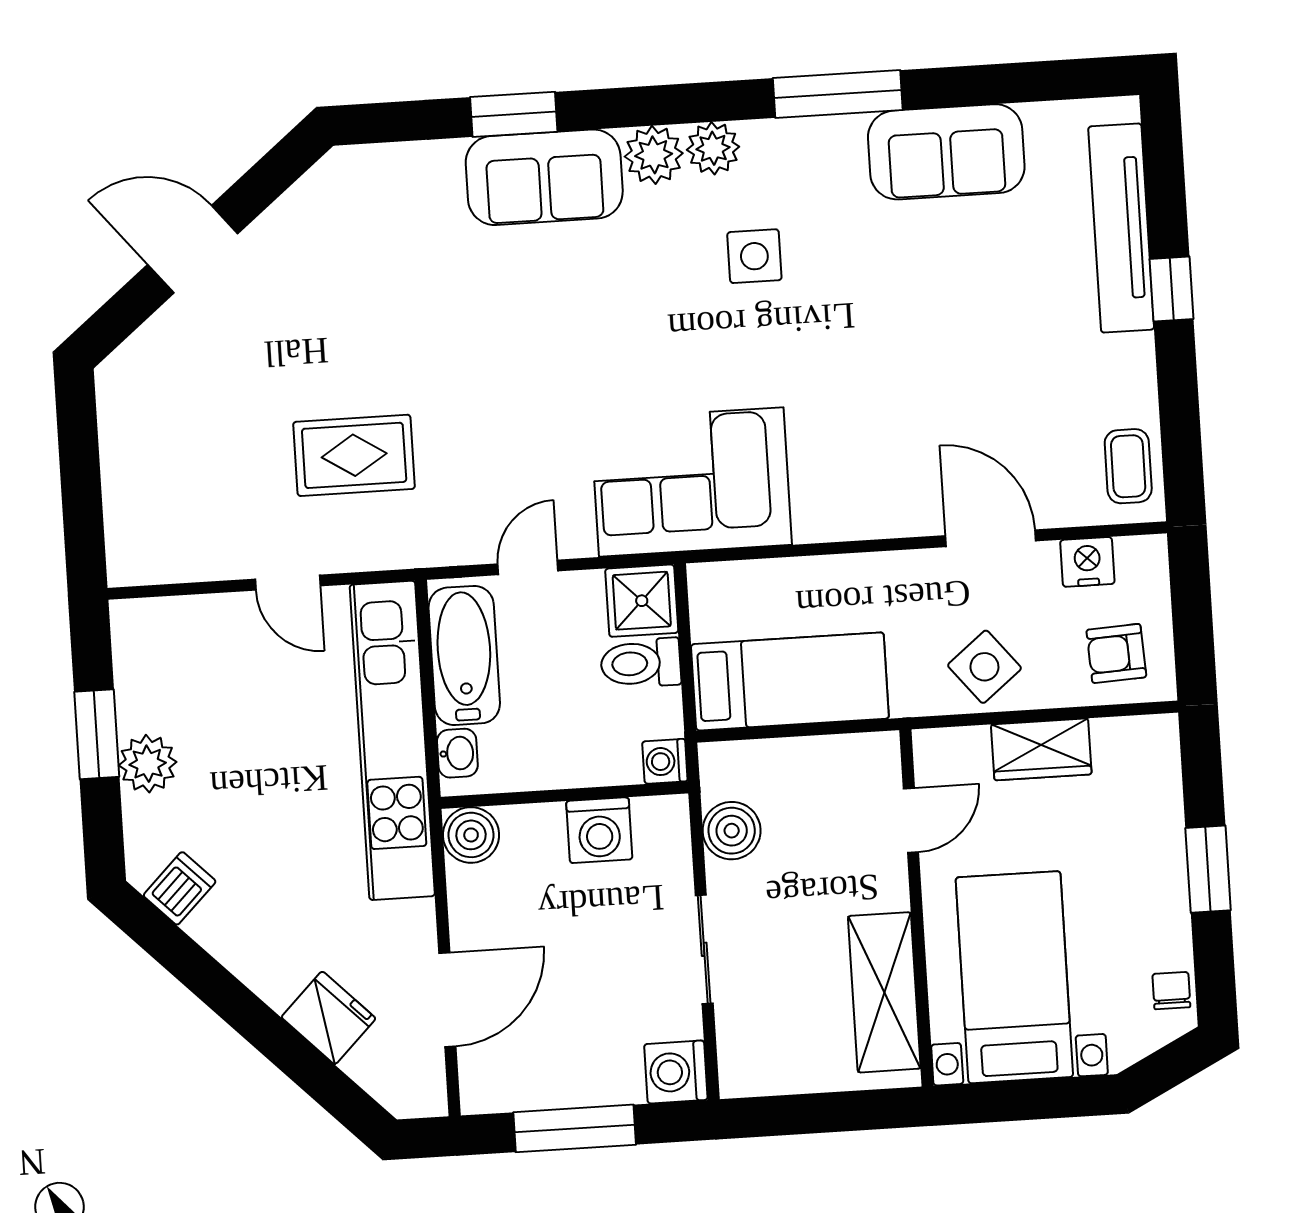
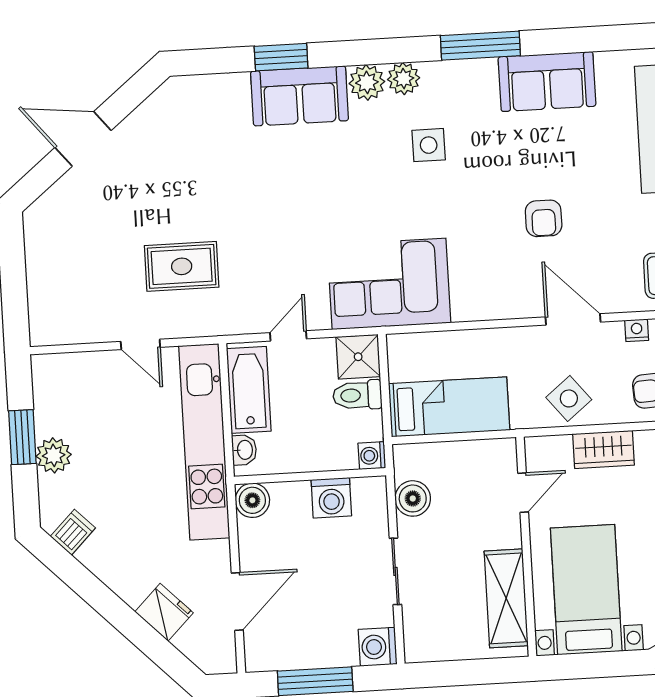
armchair: (942, 374) -> (544, 218), added
nightstand: (1087, 562) -> (637, 330), width x0.72, depth x0.74

